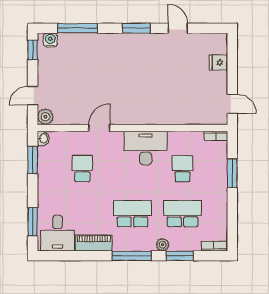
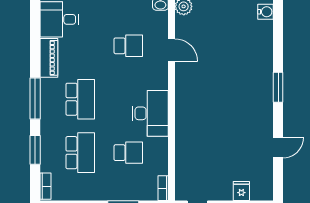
window: (78, 28) -> (278, 41), removed
window: (136, 28) -> (278, 87), moved
door: (99, 128) -> (172, 50), moved
plant: (163, 245) -> (47, 131), removed

